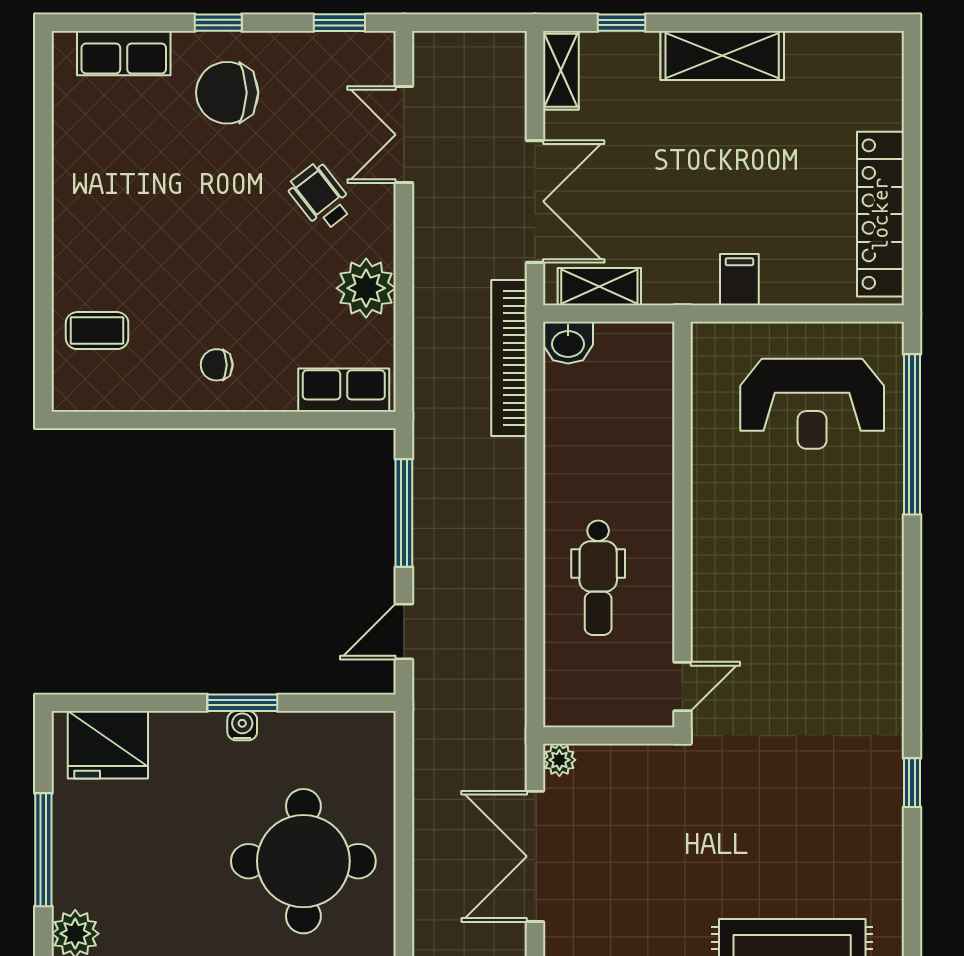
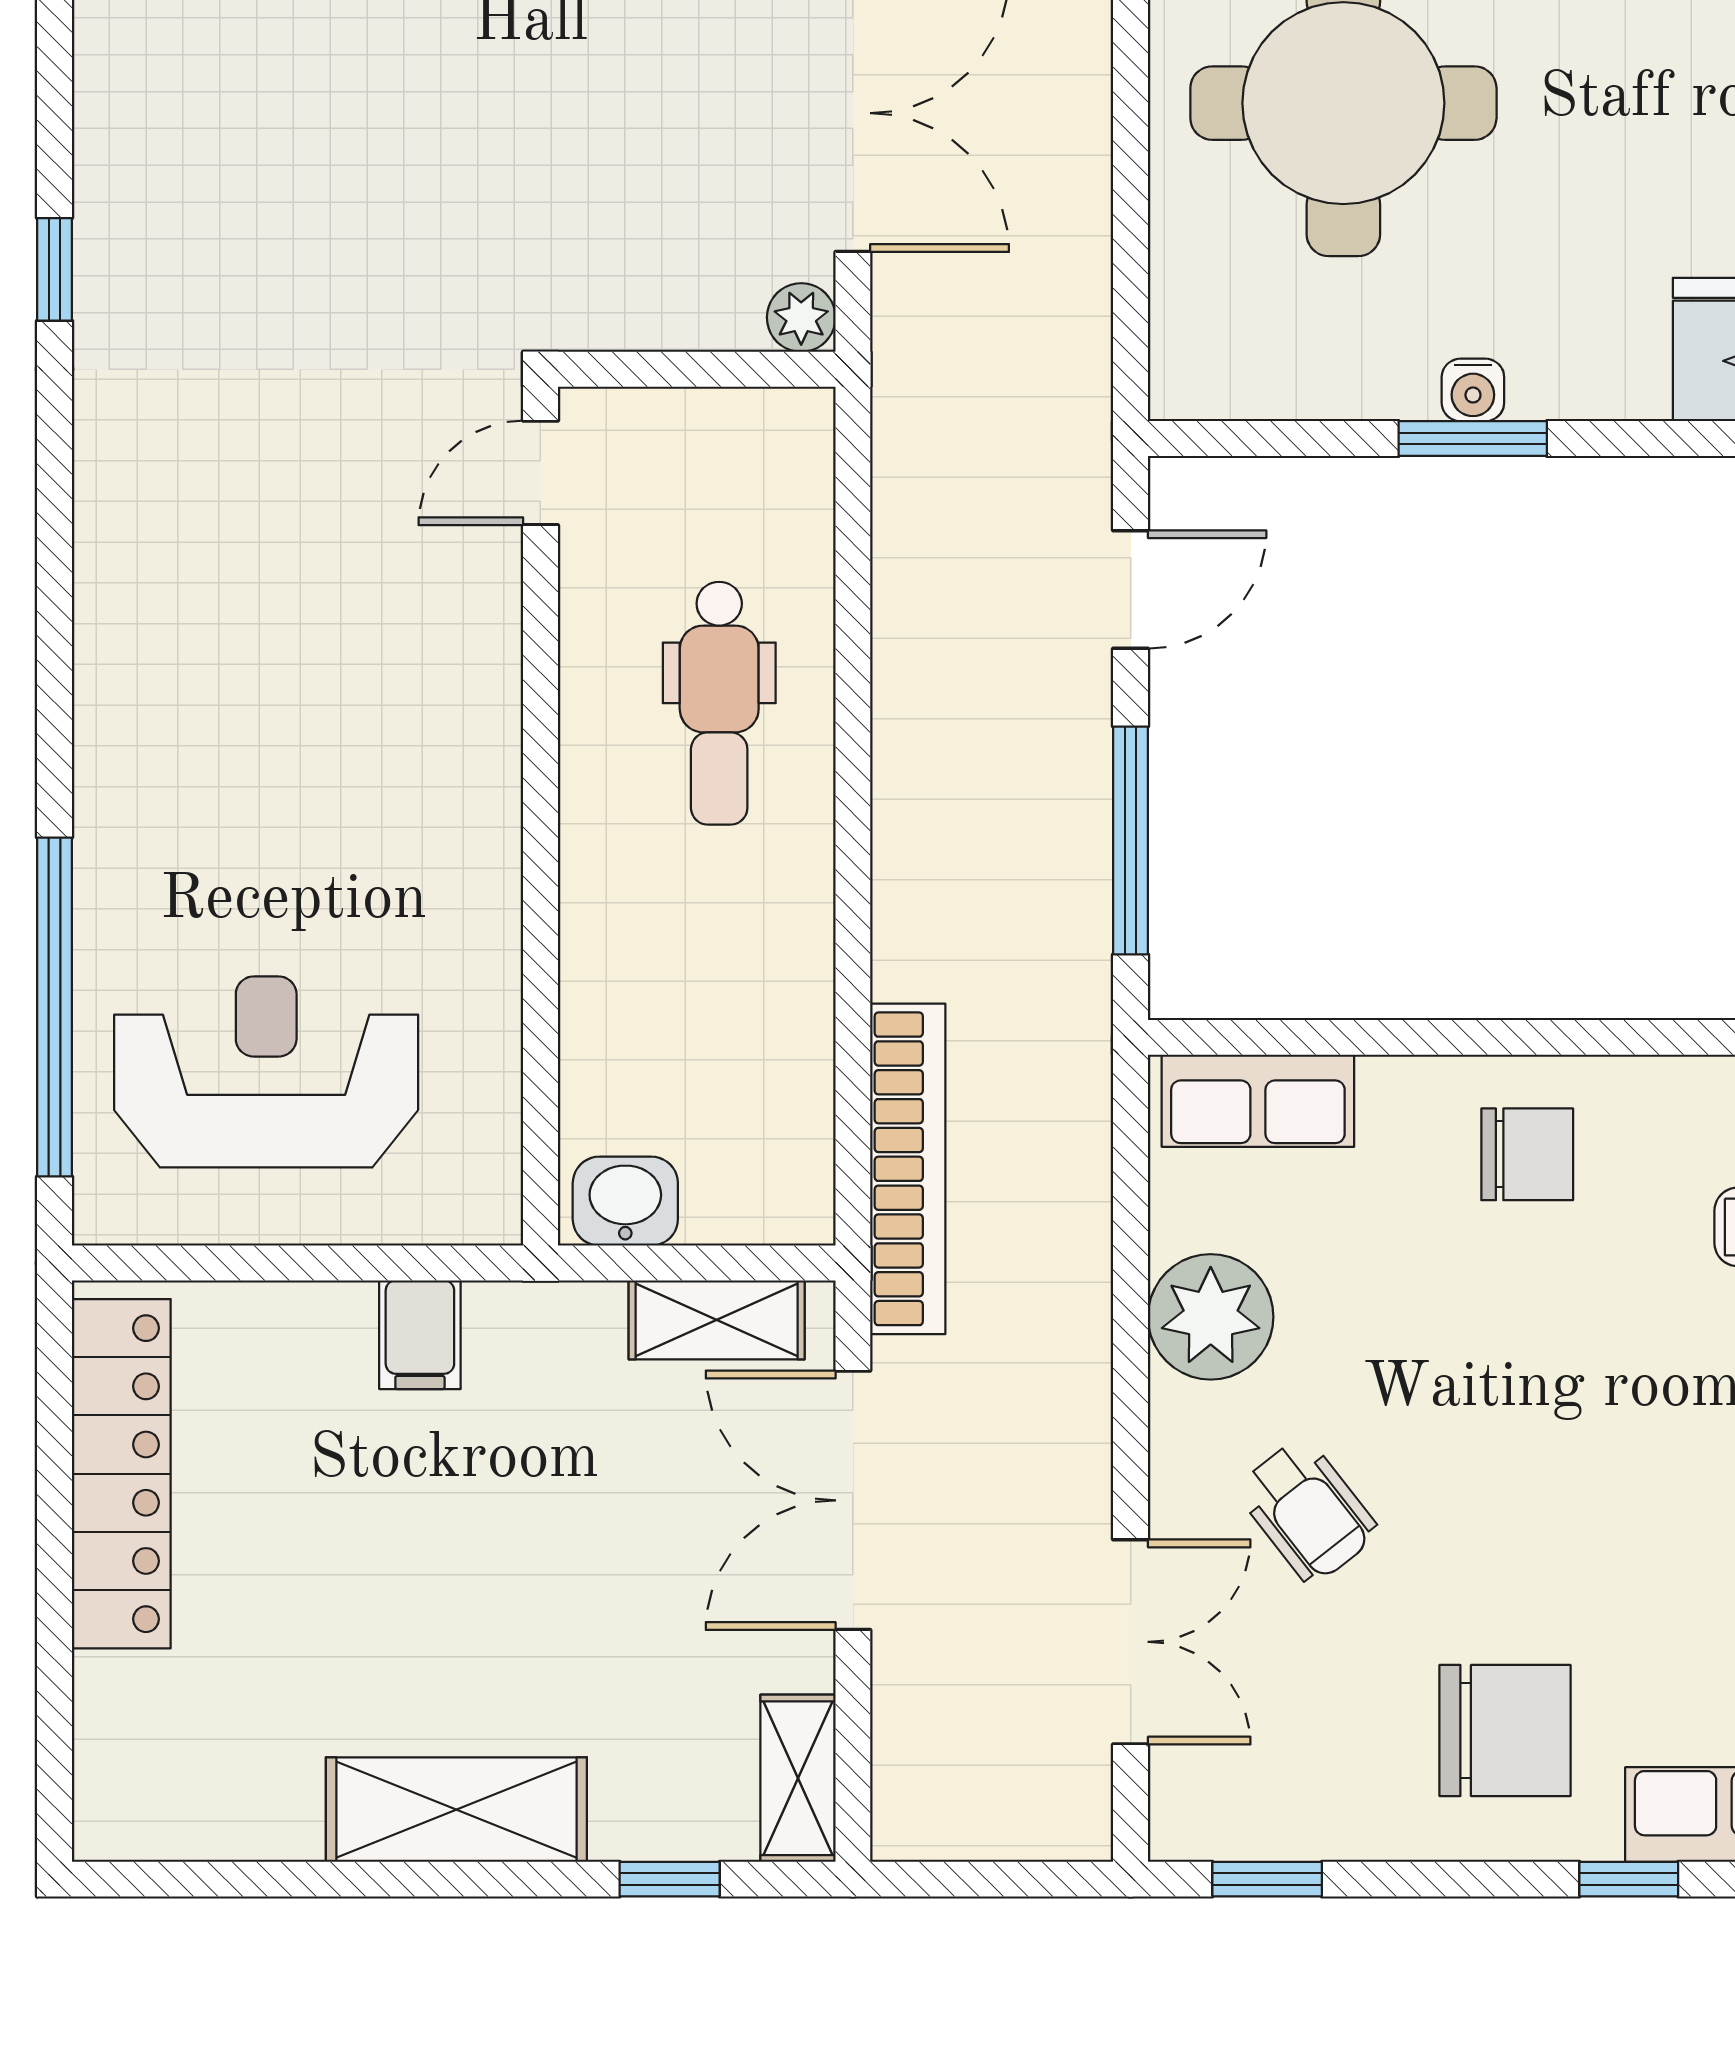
window: (218, 23) -> (1629, 1879), moved
washbasin: (568, 343) -> (625, 1201), moved
chair: (217, 365) -> (1527, 1154), width x1.37, depth x1.37
dental chair: (598, 578) -> (719, 703), turned 180

